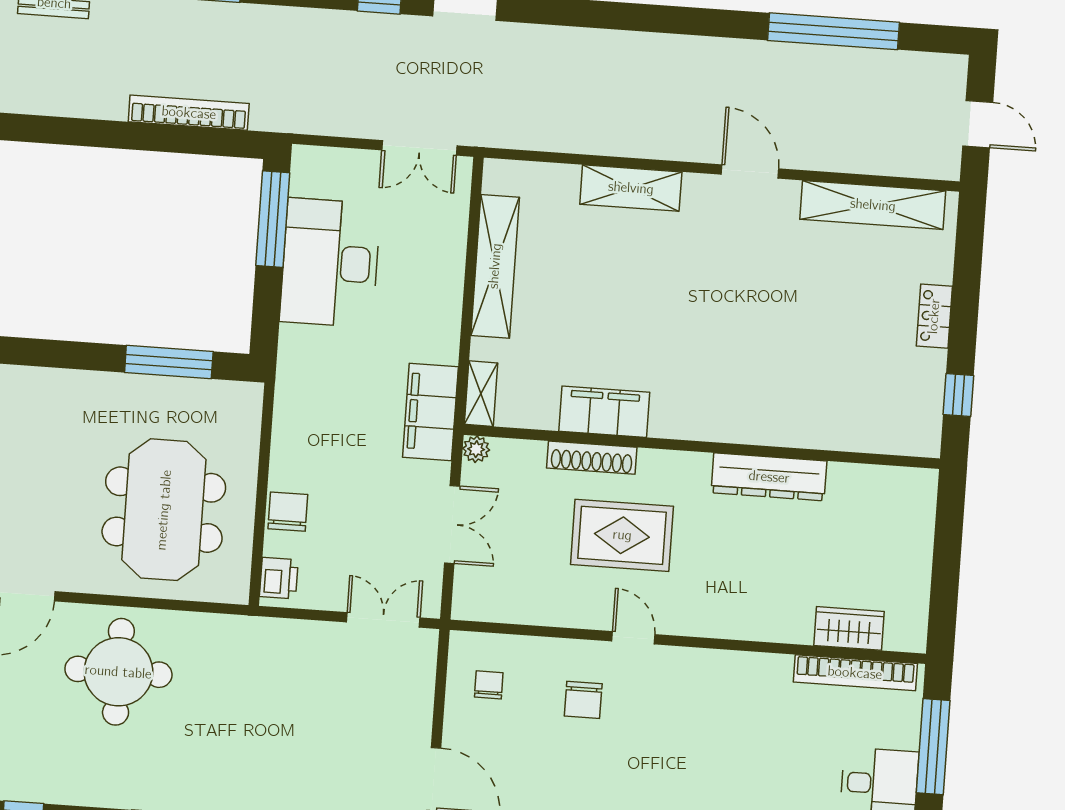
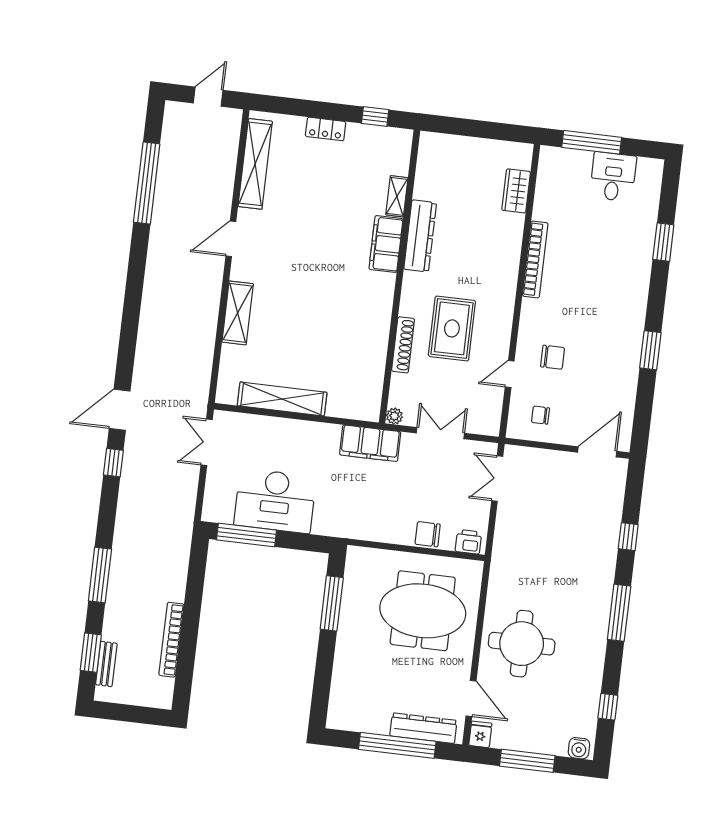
bookcase: (189, 113) -> (171, 640), moved
double door: (419, 148) -> (207, 442), swing flipped
shelving: (481, 394) -> (397, 196), moved, turned 90
filing cabinet: (604, 412) -> (386, 244), moved
door: (633, 638) -> (510, 374), moved
bookcase: (855, 673) -> (535, 260), moved

